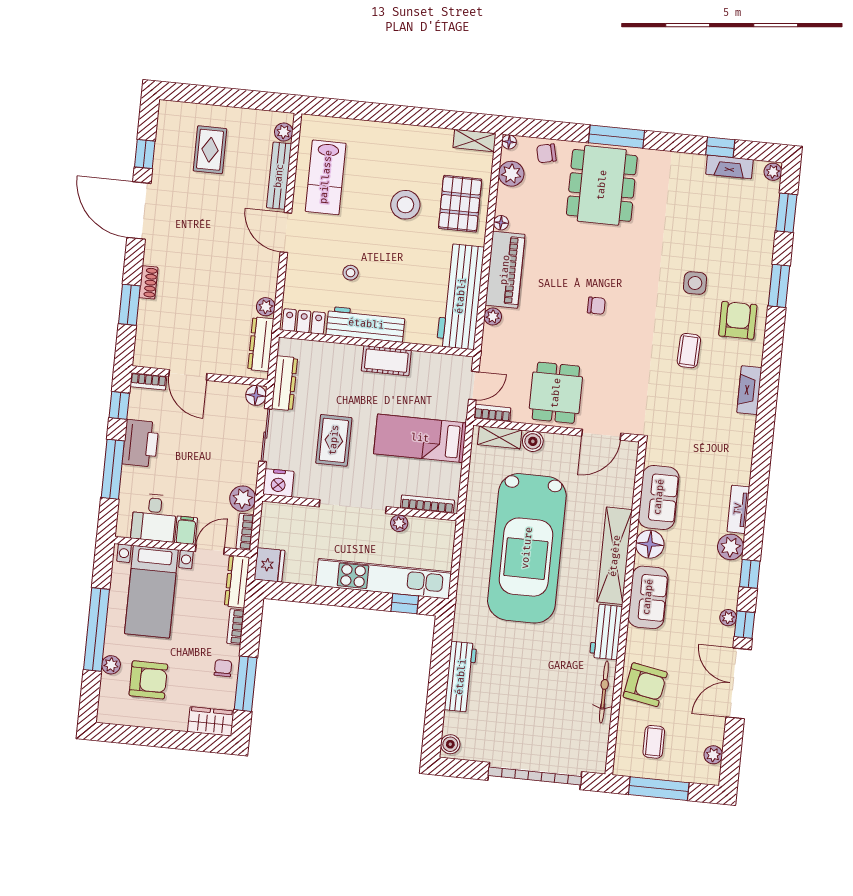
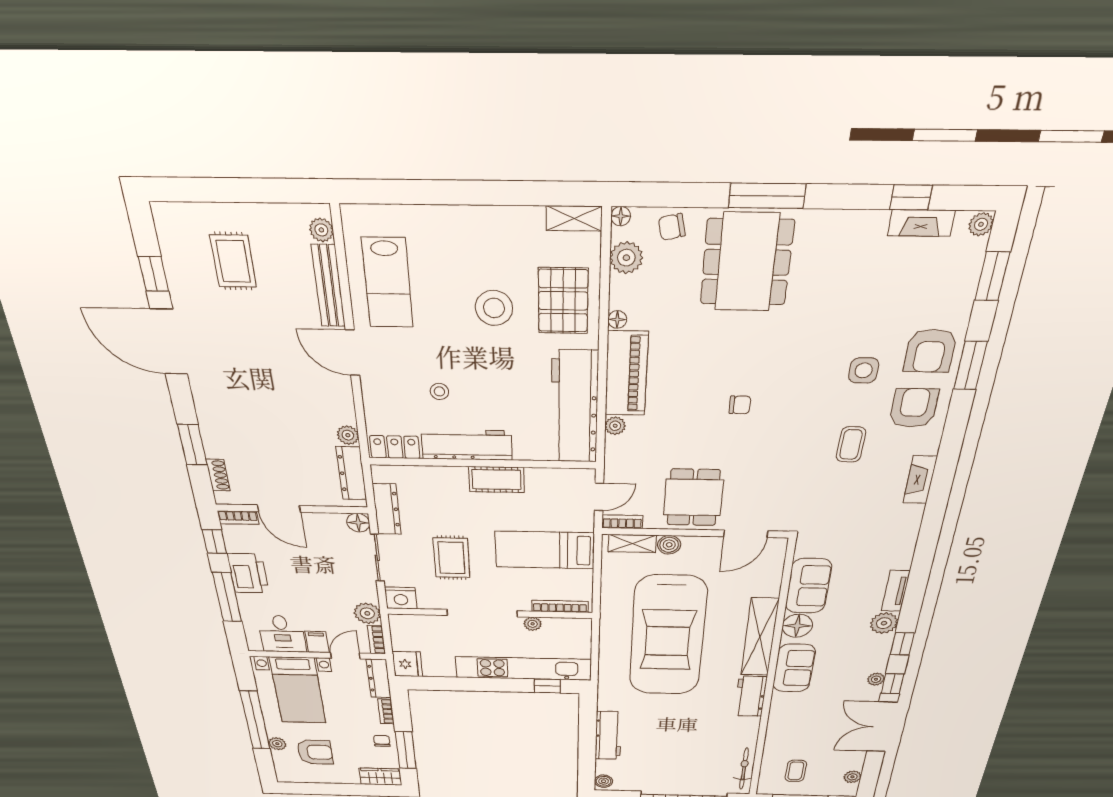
shoe rack: (148, 282) -> (218, 475), moved
armchair: (645, 685) -> (930, 351), moved, turned 80
bicycle: (604, 692) -> (744, 769), moved

